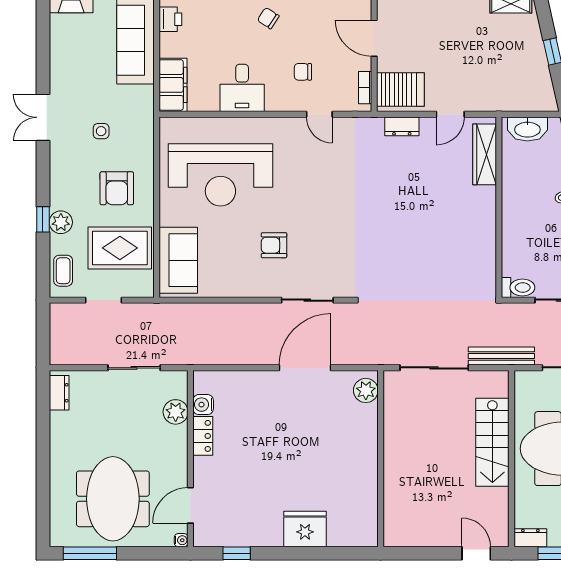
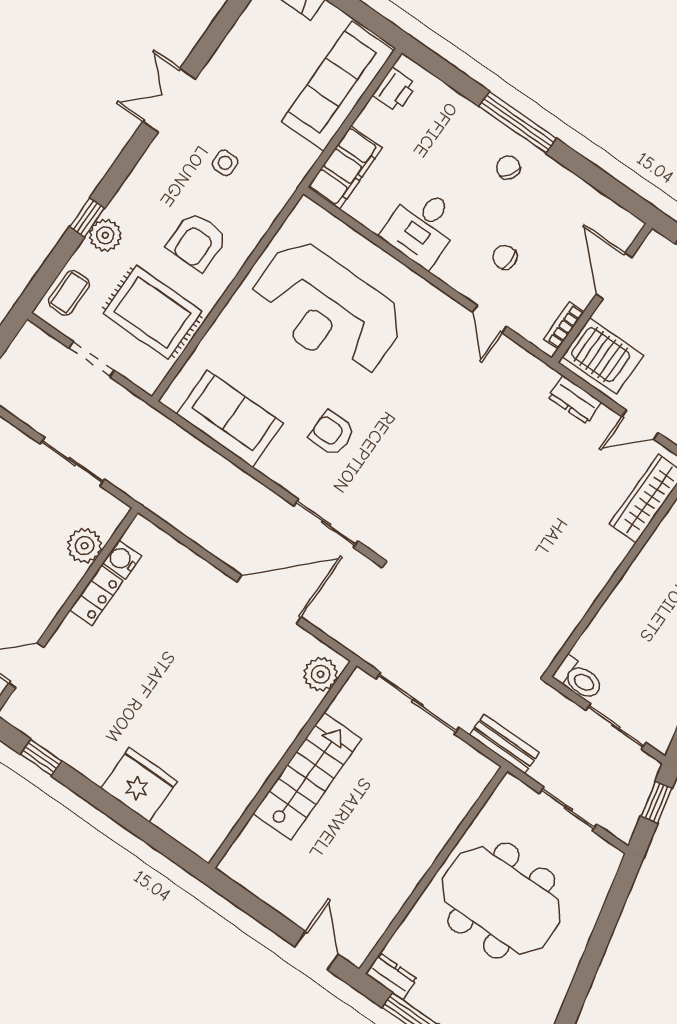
sofa: (178, 260) -> (230, 419), moved, turned -90
bench: (501, 356) -> (504, 744), width x0.73
stairs: (492, 442) -> (307, 776), moved, turned 180

